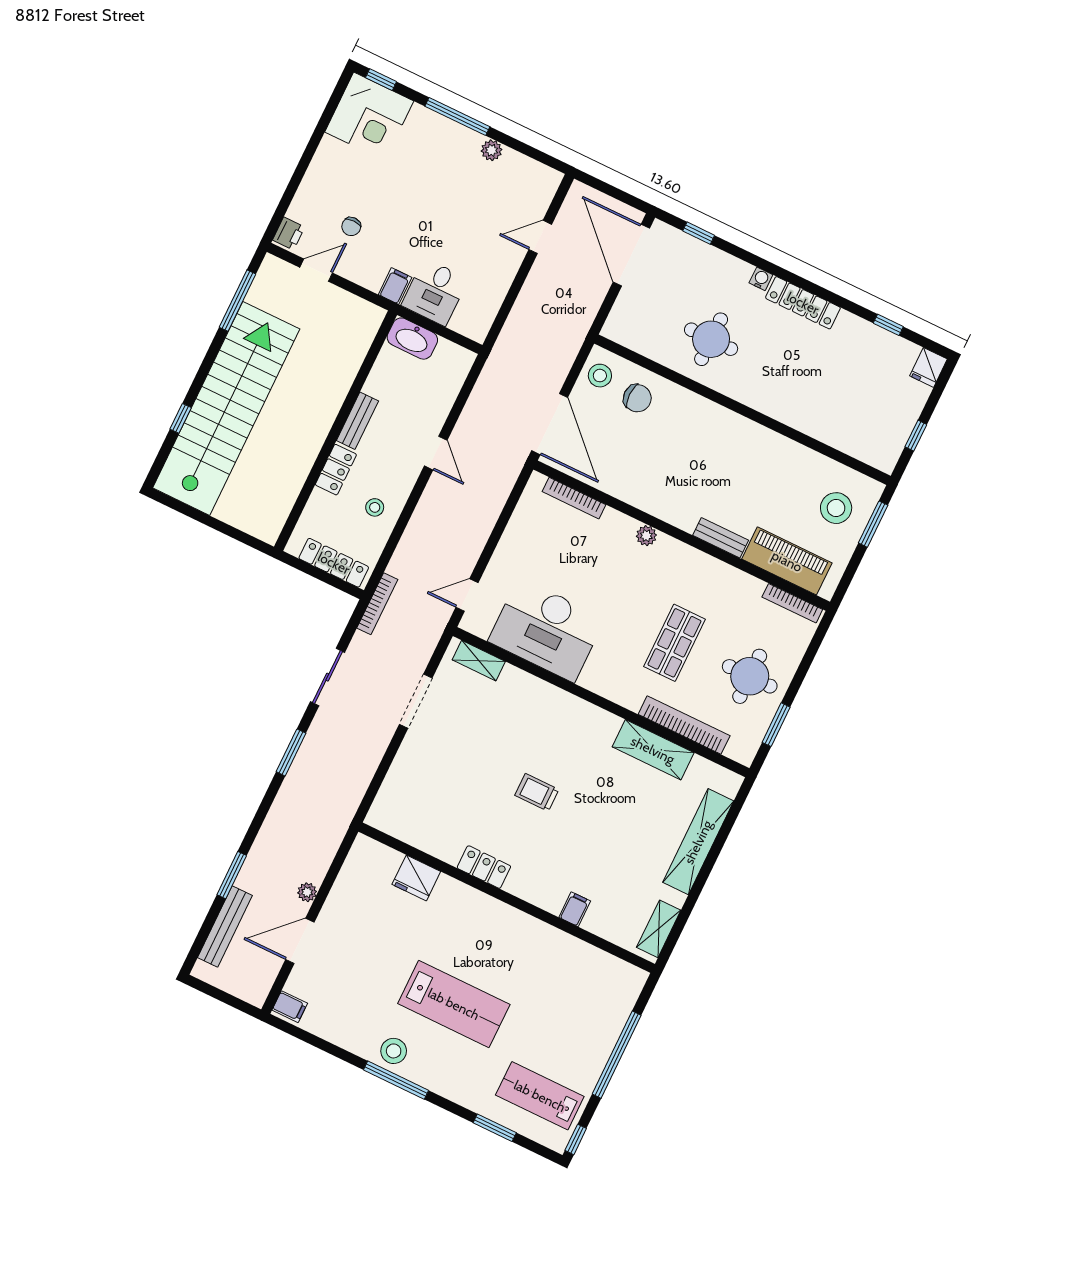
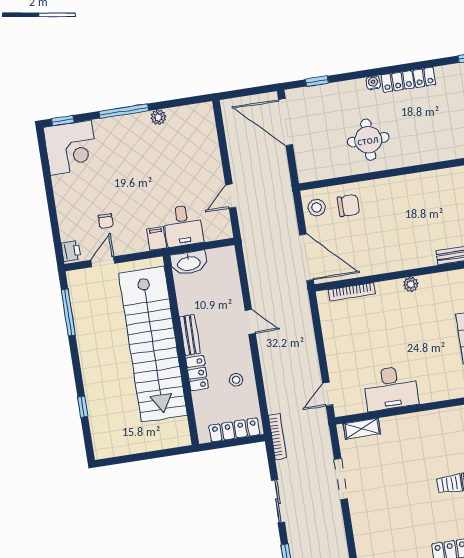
door: (540, 237) -> (231, 196), moved
stairs: (226, 408) -> (153, 344), moved, turned 180
desk: (546, 630) -> (391, 388), width x0.73, depth x0.77

